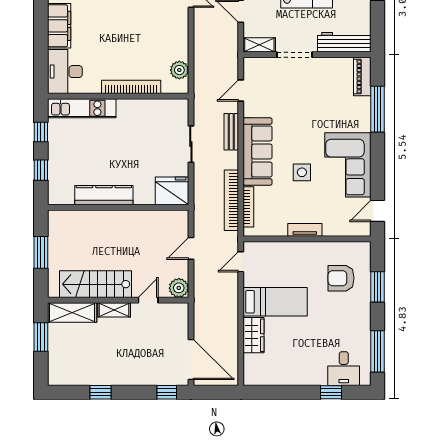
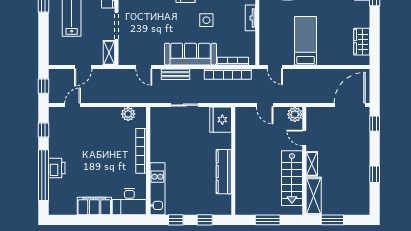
wardrobe: (254, 335) -> (362, 42), moved, turned -90

